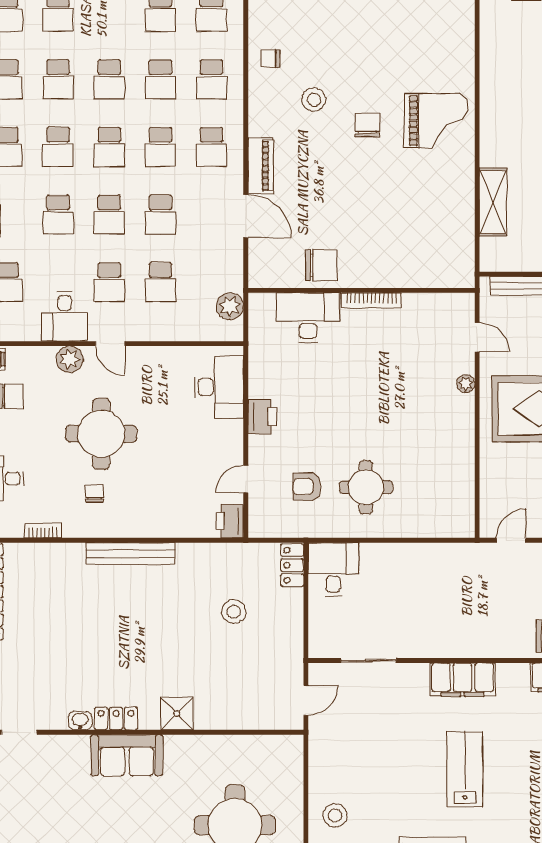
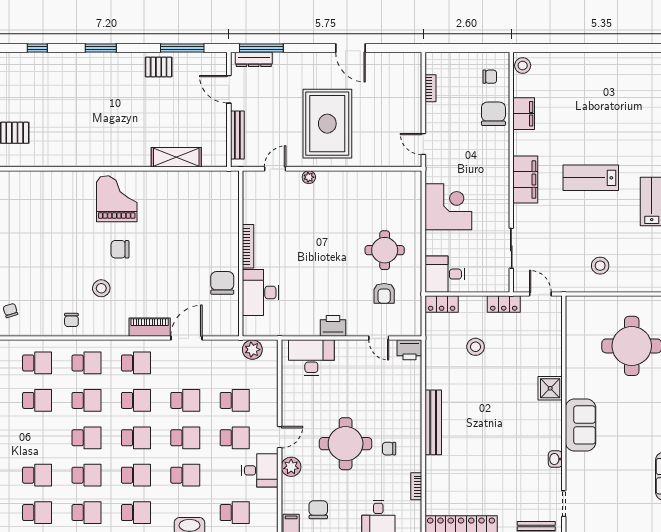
corner desk: (425, 574) -> (448, 207), added
locker: (116, 719) -> (504, 304), moved, turned -90
stool: (335, 815) -> (600, 266), moved

